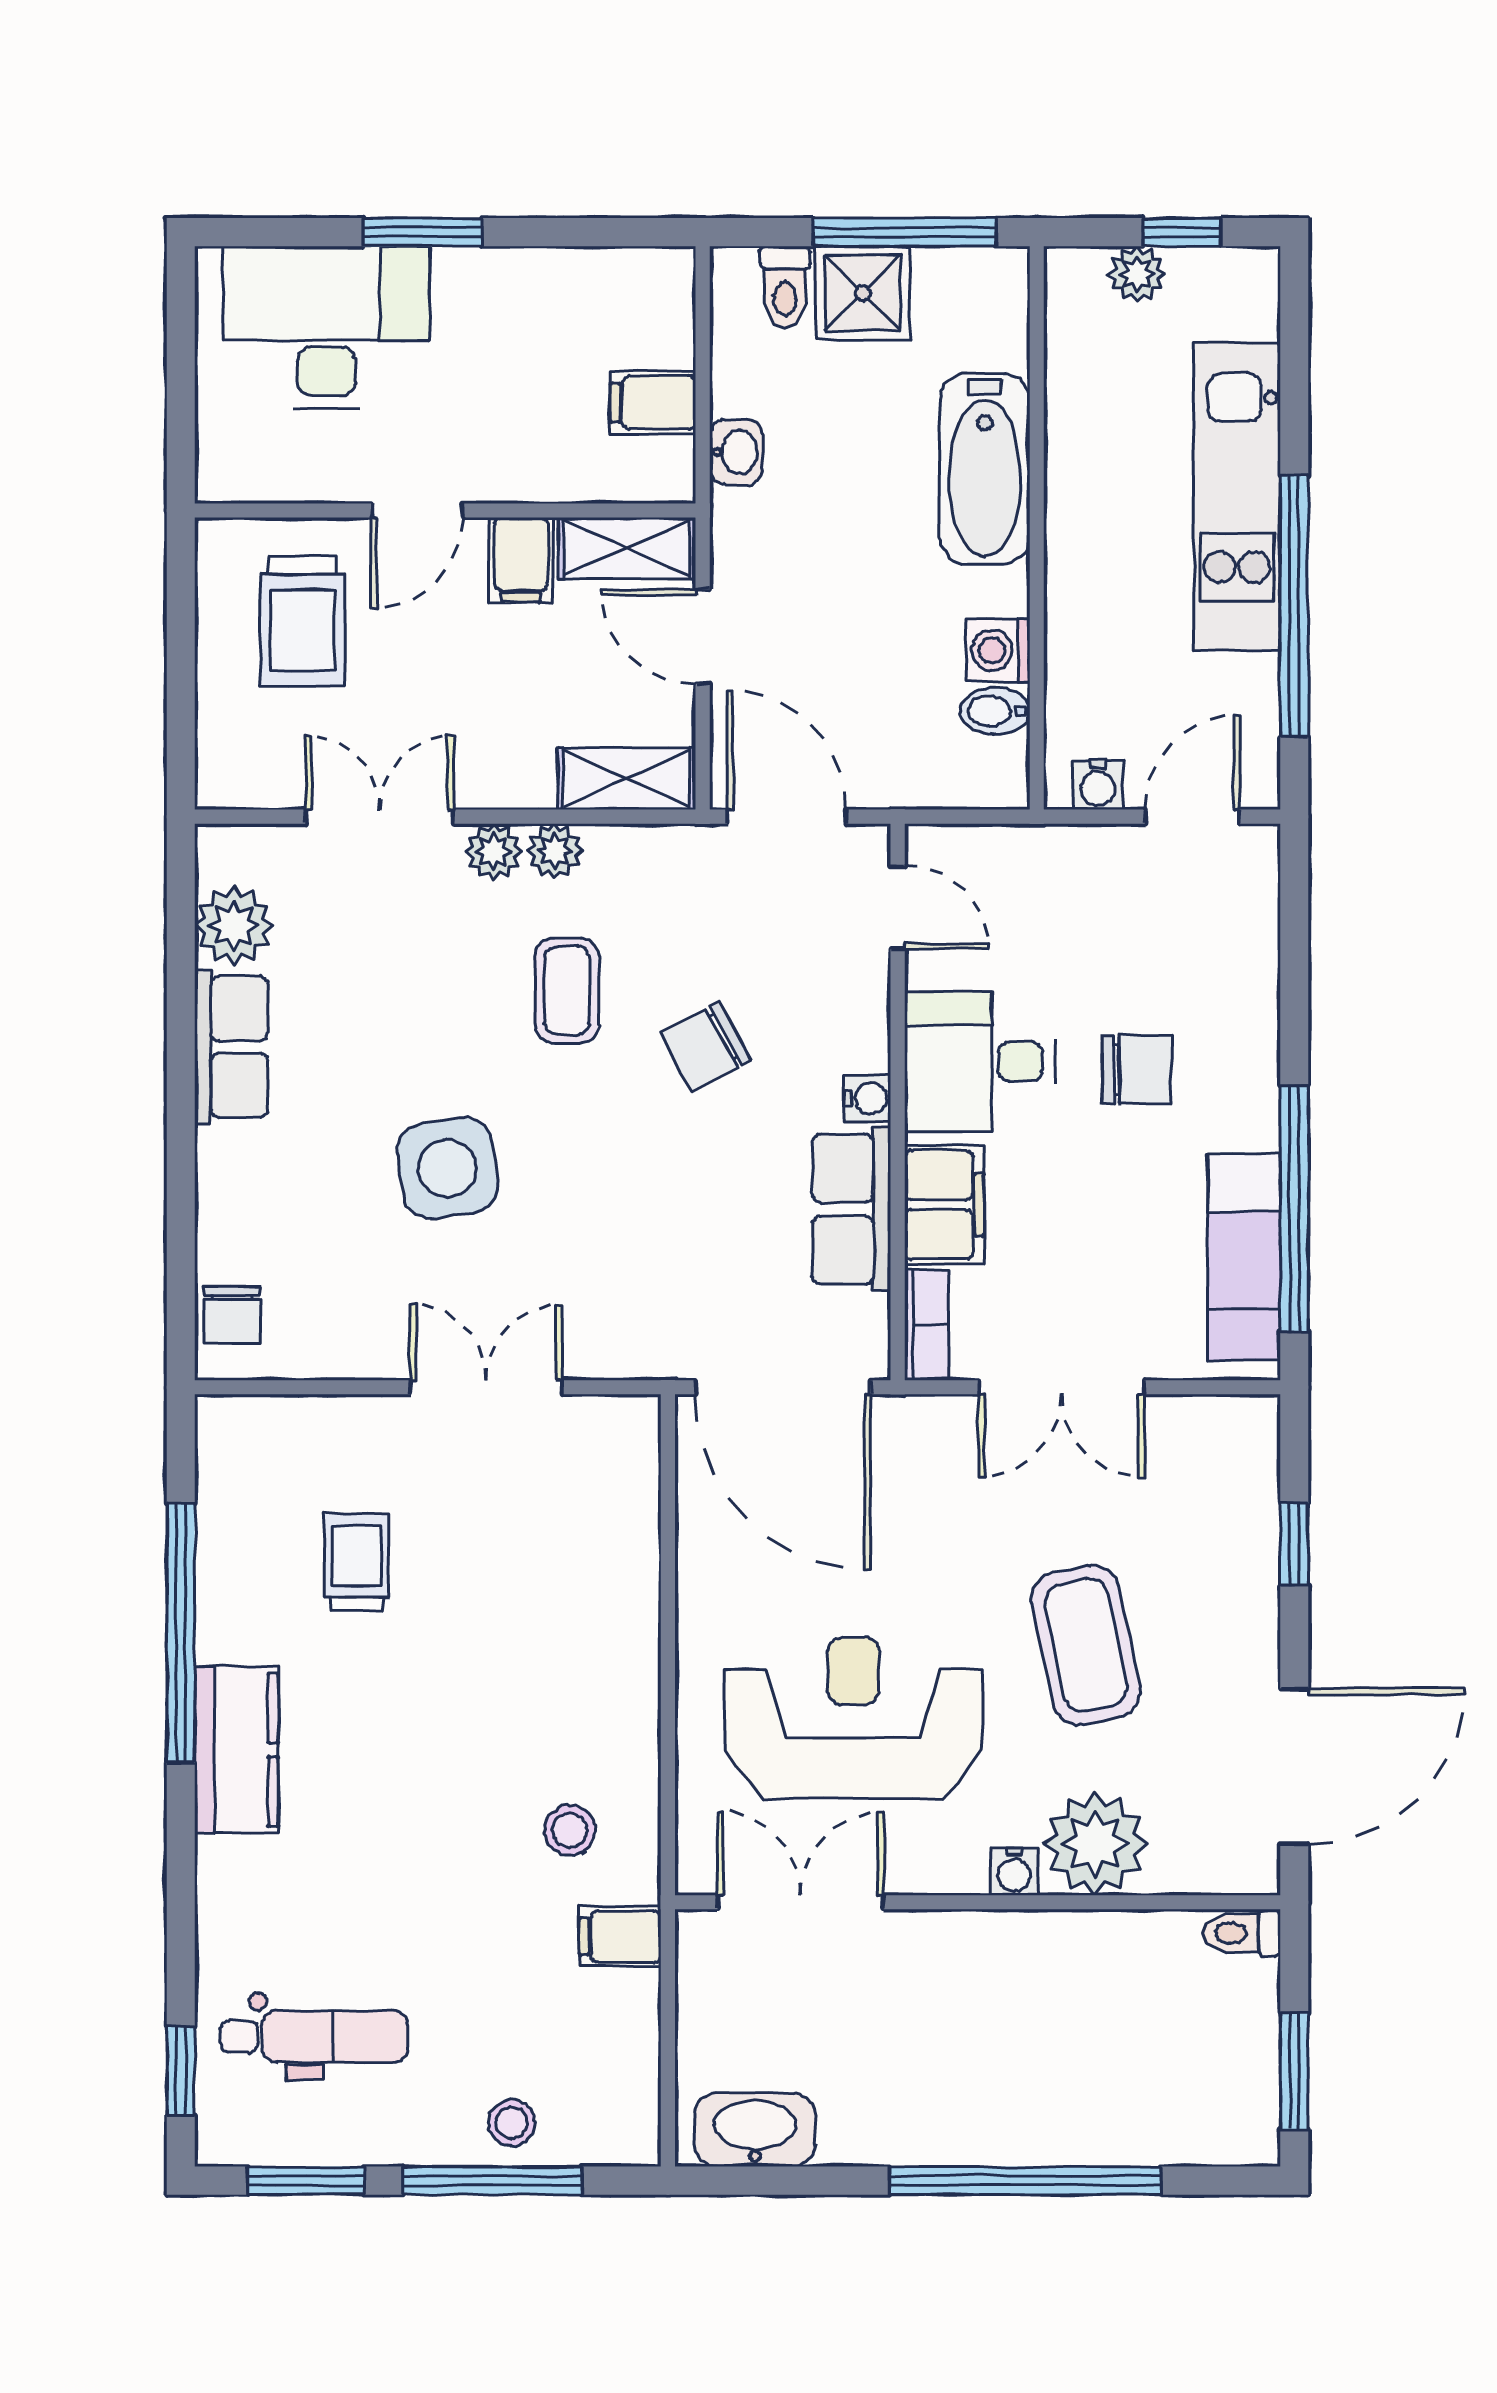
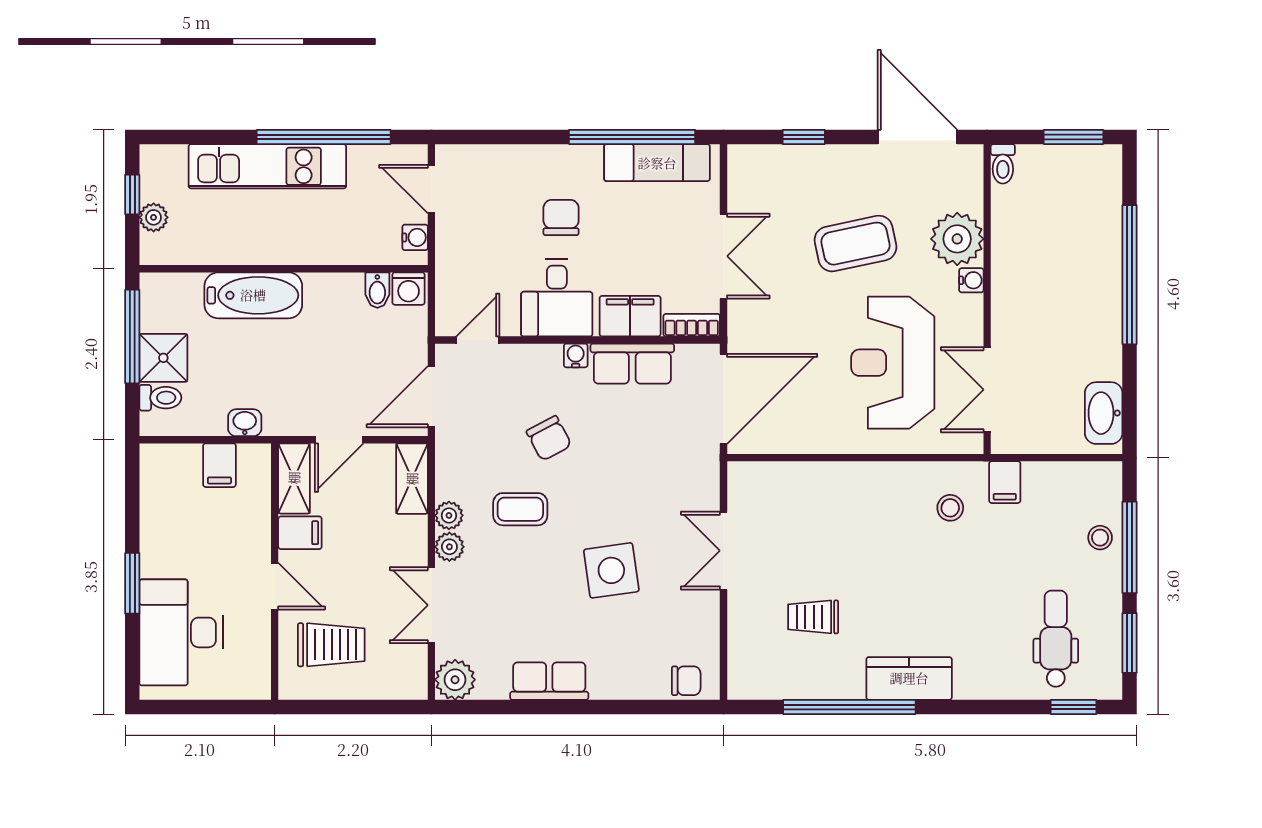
washing machine: (998, 650) -> (409, 289), moved
plant: (234, 926) -> (455, 680), moved

